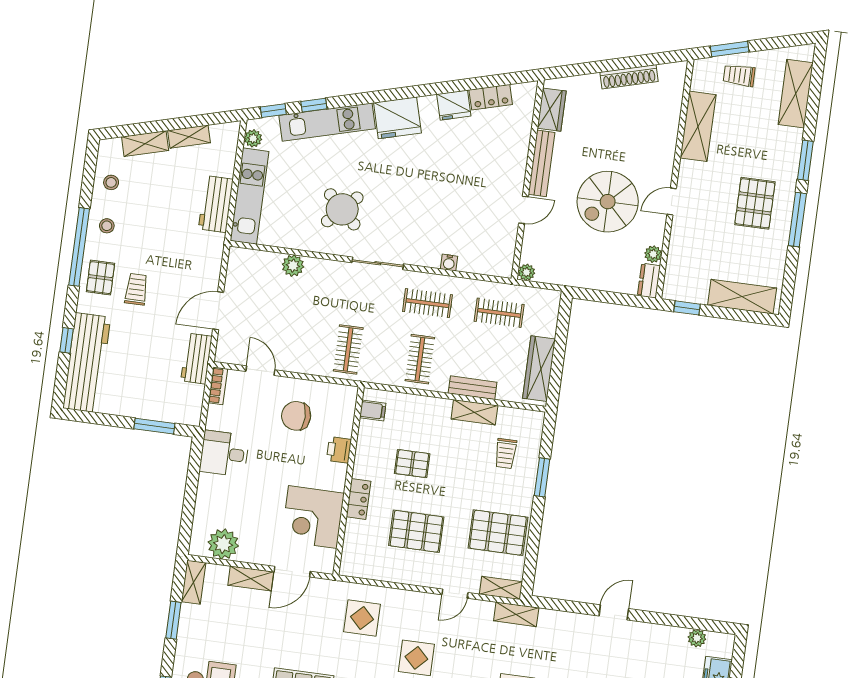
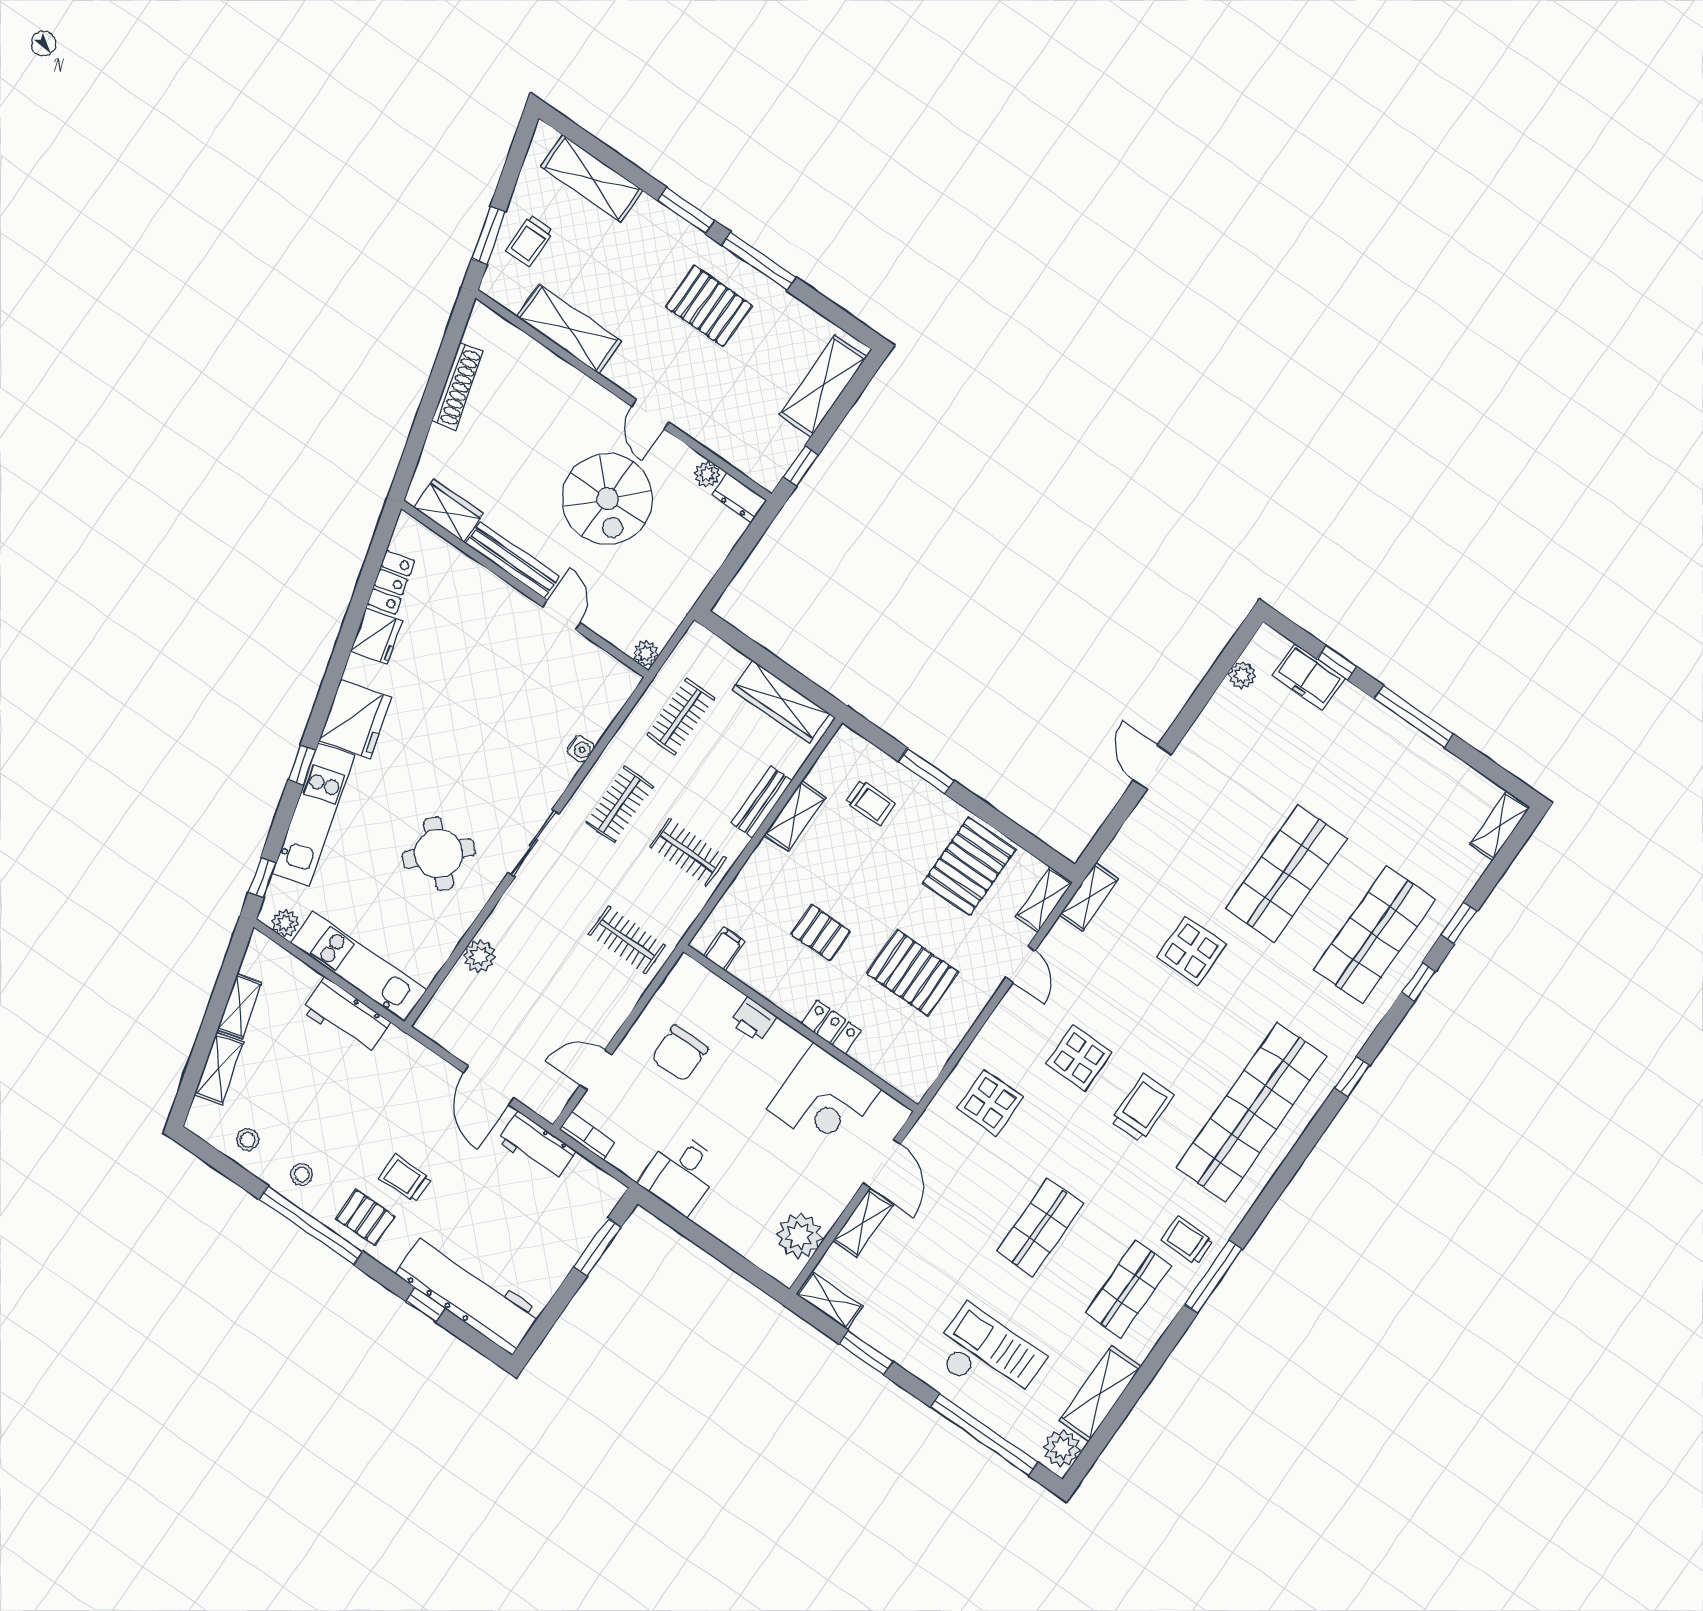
window: (314, 105) -> (302, 765), moved
pallet: (412, 464) -> (821, 933), turned 90
pallet: (416, 531) -> (912, 973), turned 90

